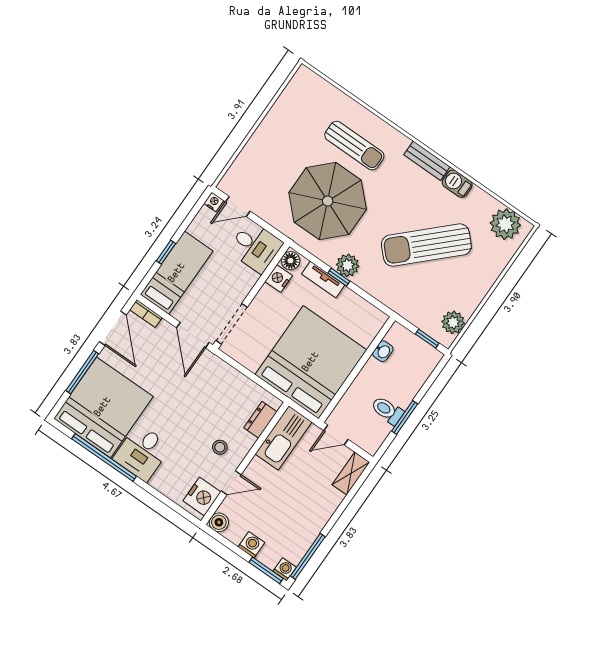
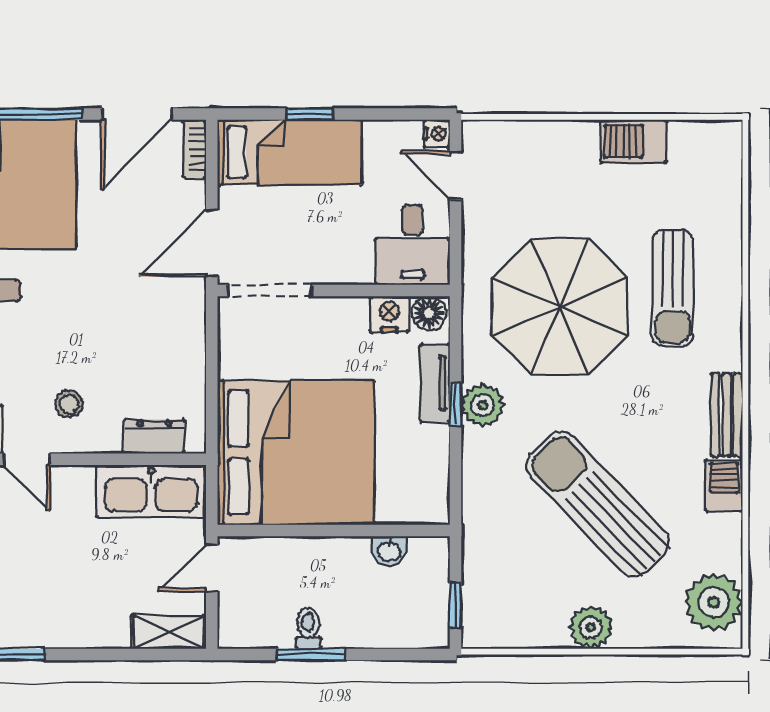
barbecue: (278, 118) -> (633, 141), added
plant: (453, 322) -> (591, 627), moved
toilet: (387, 410) -> (308, 628), width x0.73, depth x0.72
door: (336, 435) -> (212, 568), hinge flipped

